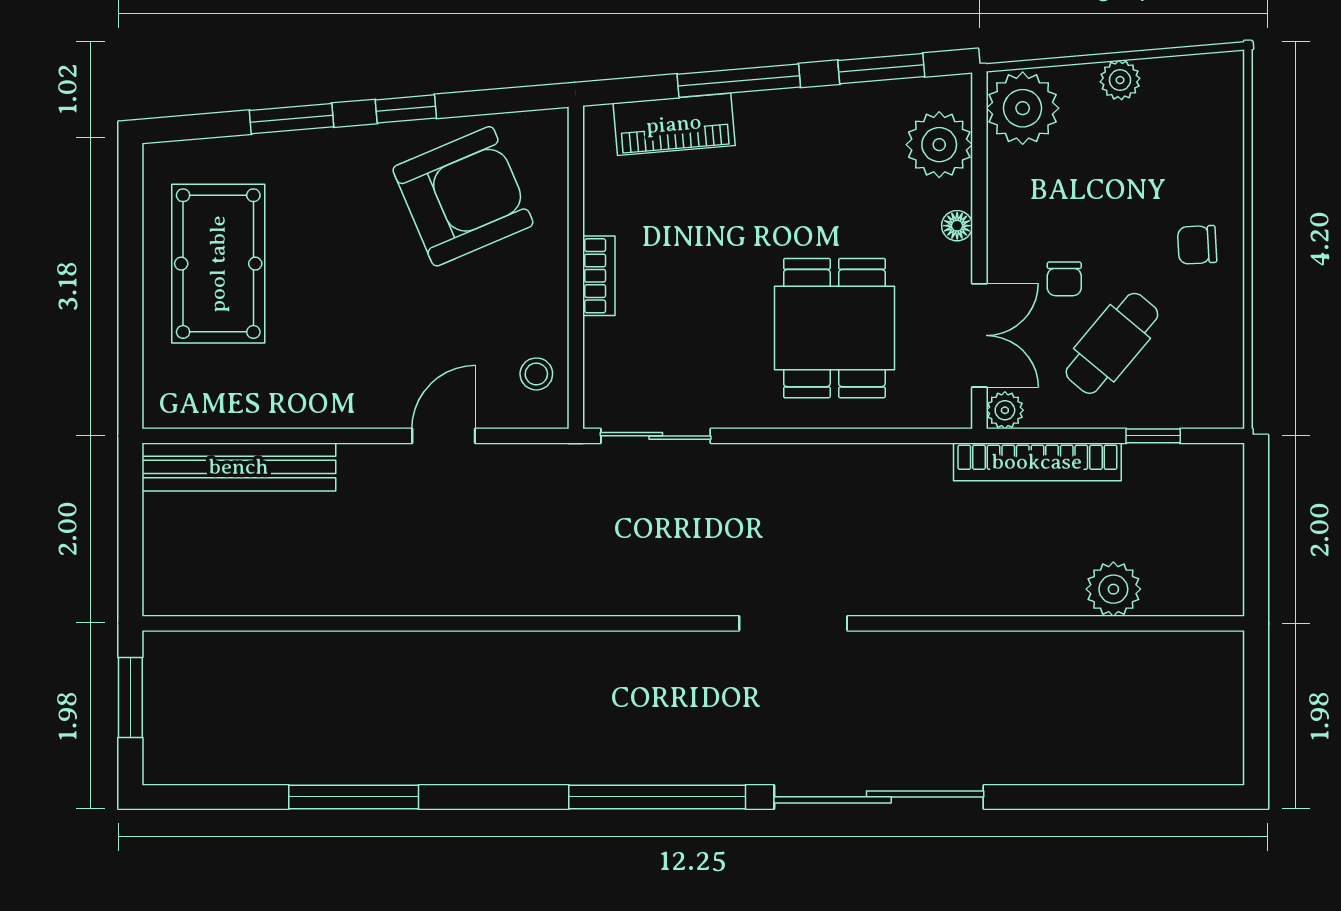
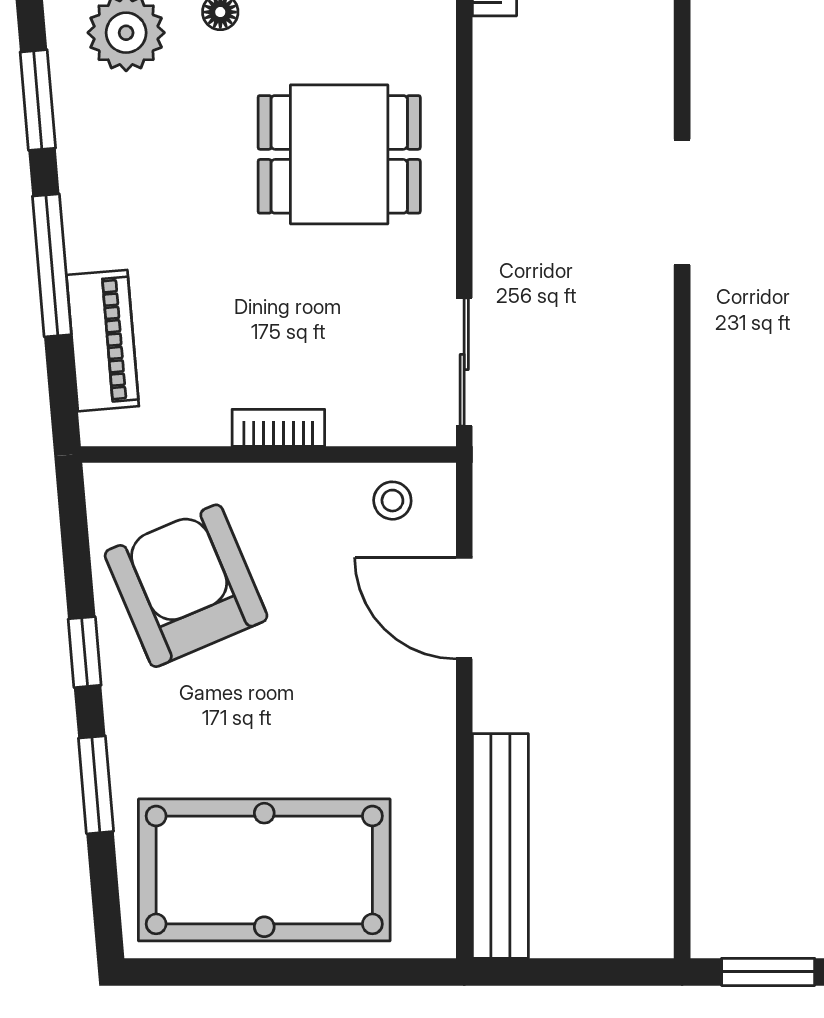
pool table: (218, 264) -> (264, 870), width x1.36, depth x1.32
door: (444, 436) -> (464, 608), width x1.38

